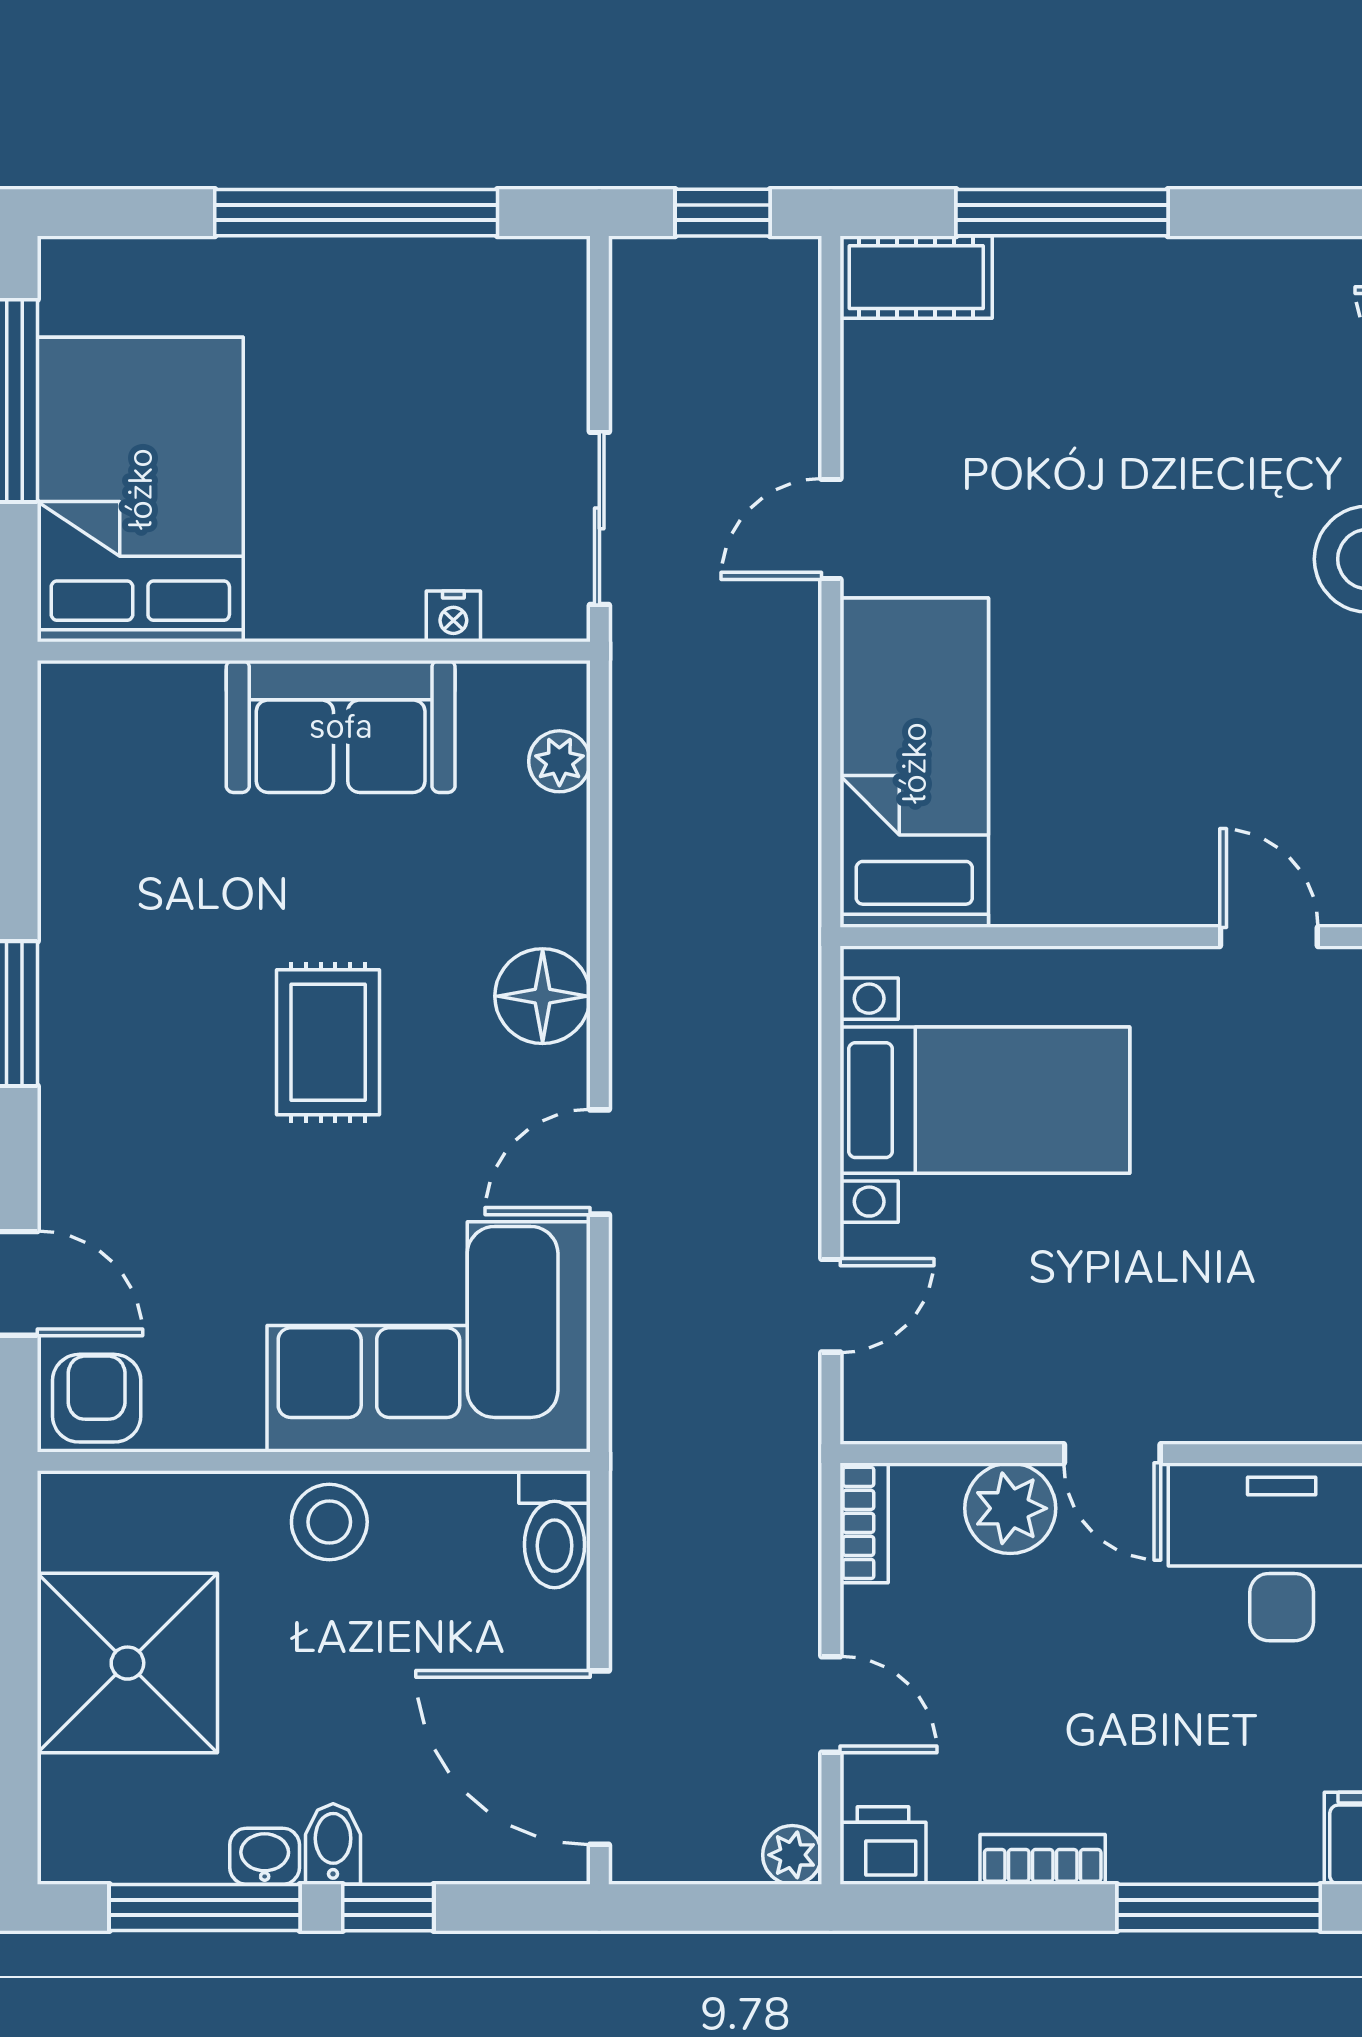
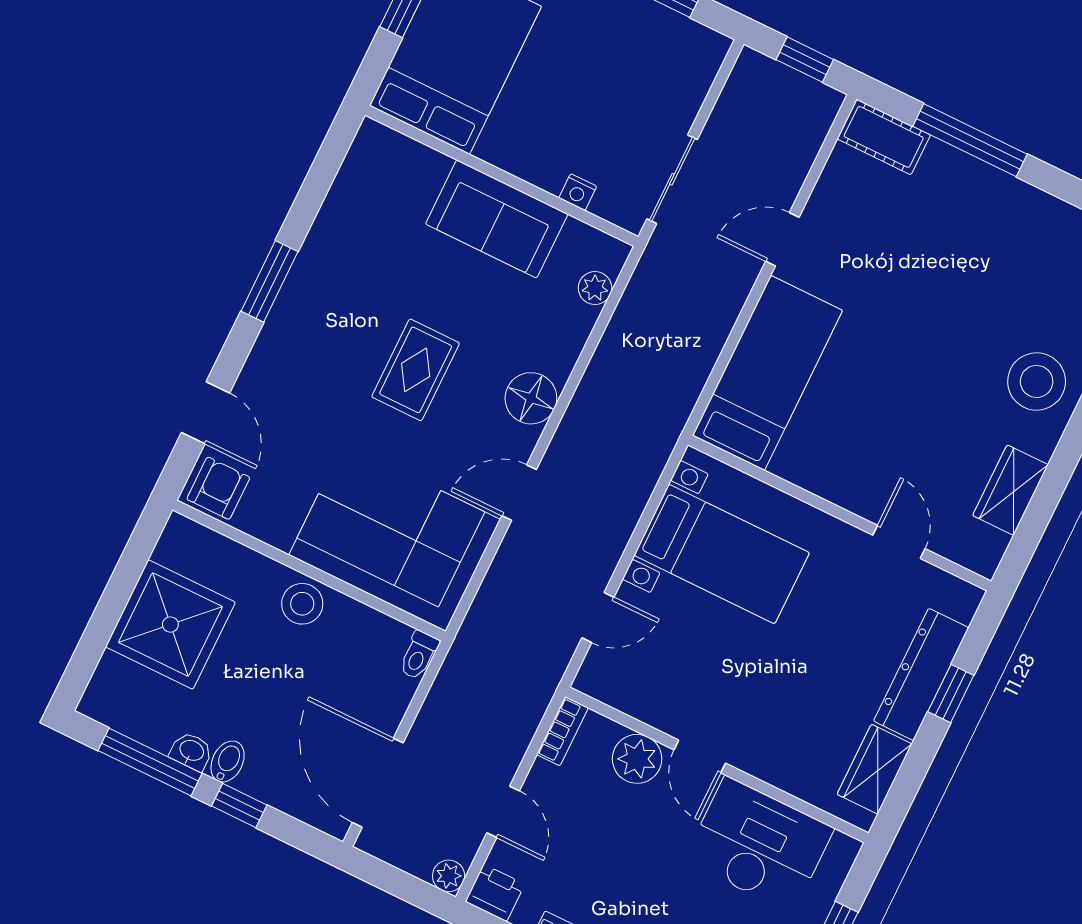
toilet: (555, 1529) -> (419, 655), width x0.73, depth x0.72

